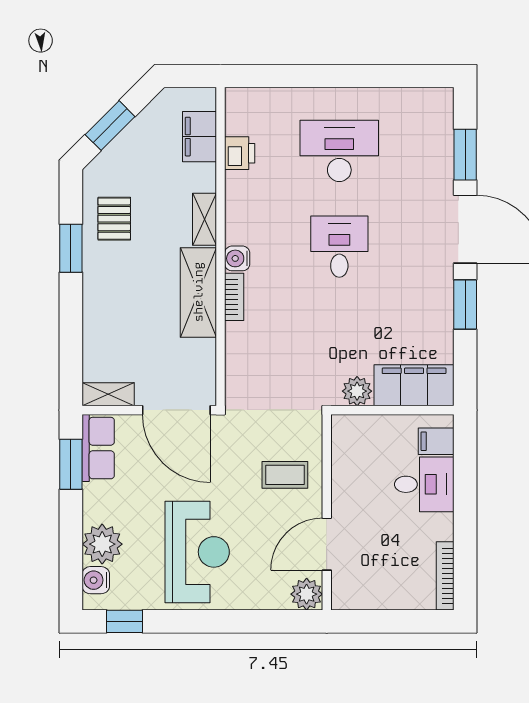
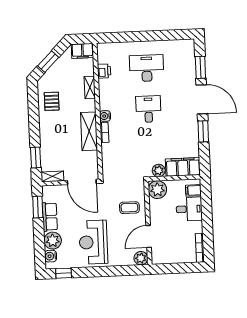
filing cabinet: (200, 137) -> (82, 51), moved, turned -90
shelving: (205, 219) -> (90, 87), moved
window: (71, 248) -> (36, 157), moved
plant: (352, 436) -> (157, 190), added
row of seats: (98, 448) -> (50, 217), moved
reception desk: (197, 552) -> (93, 242), turned 180

